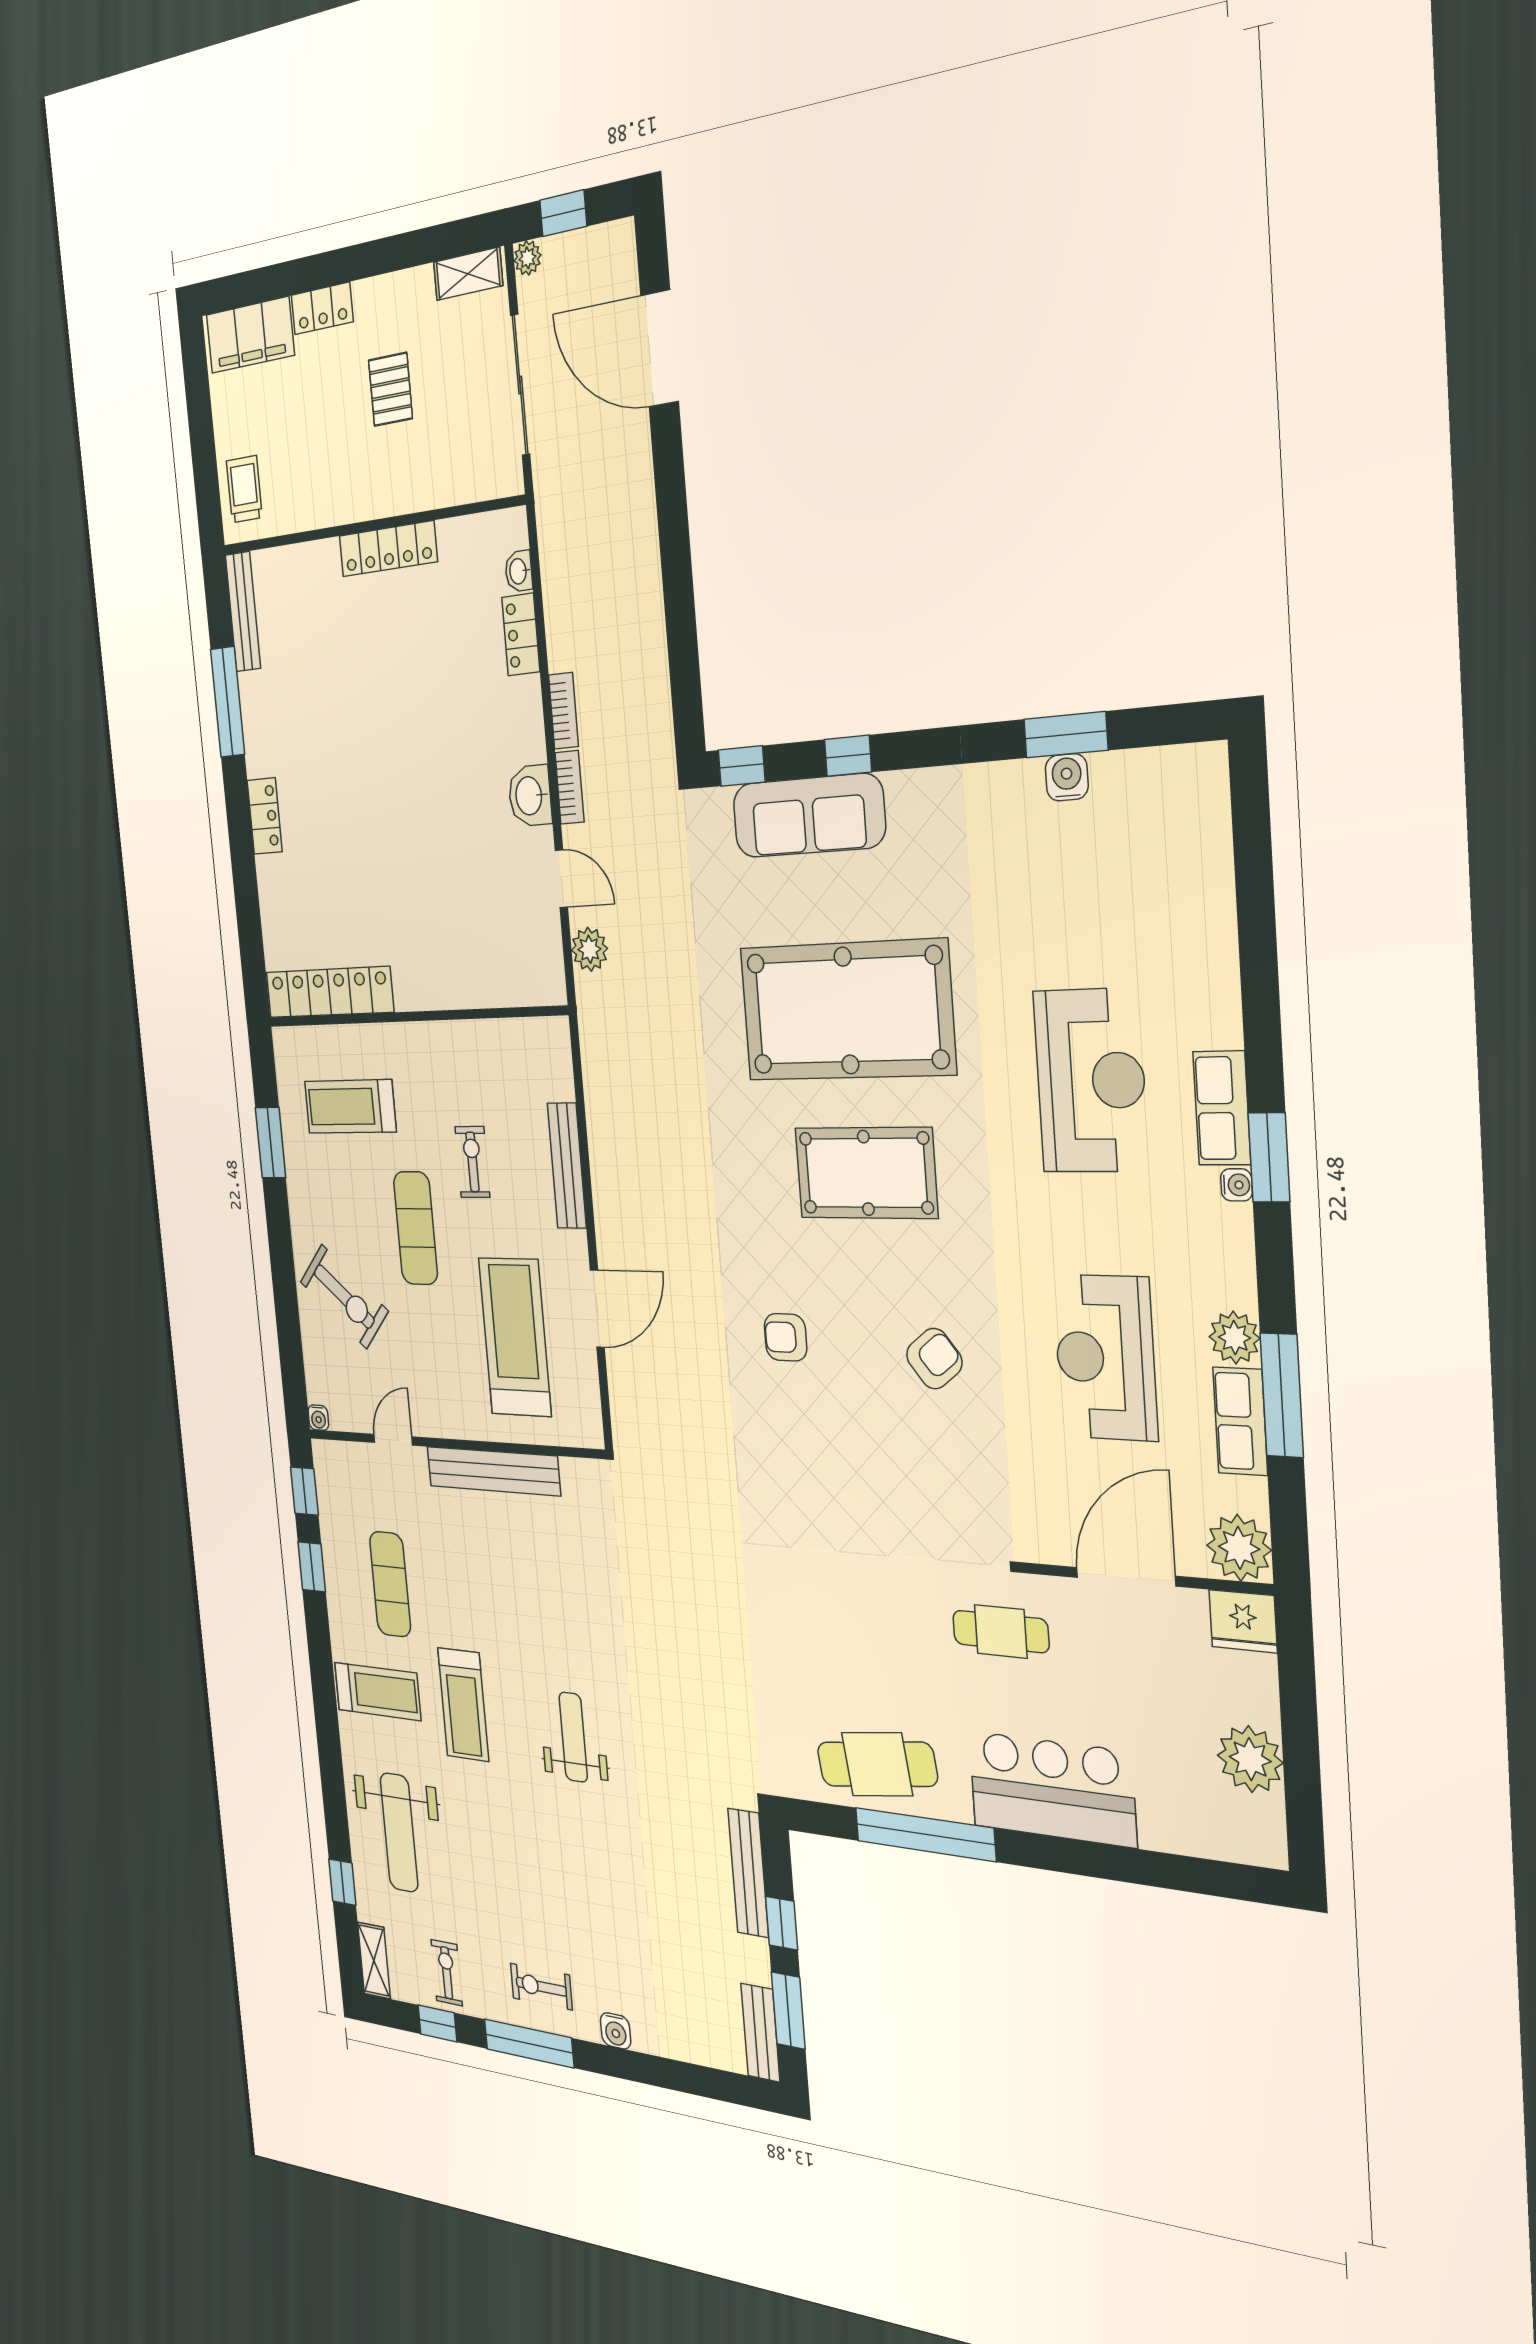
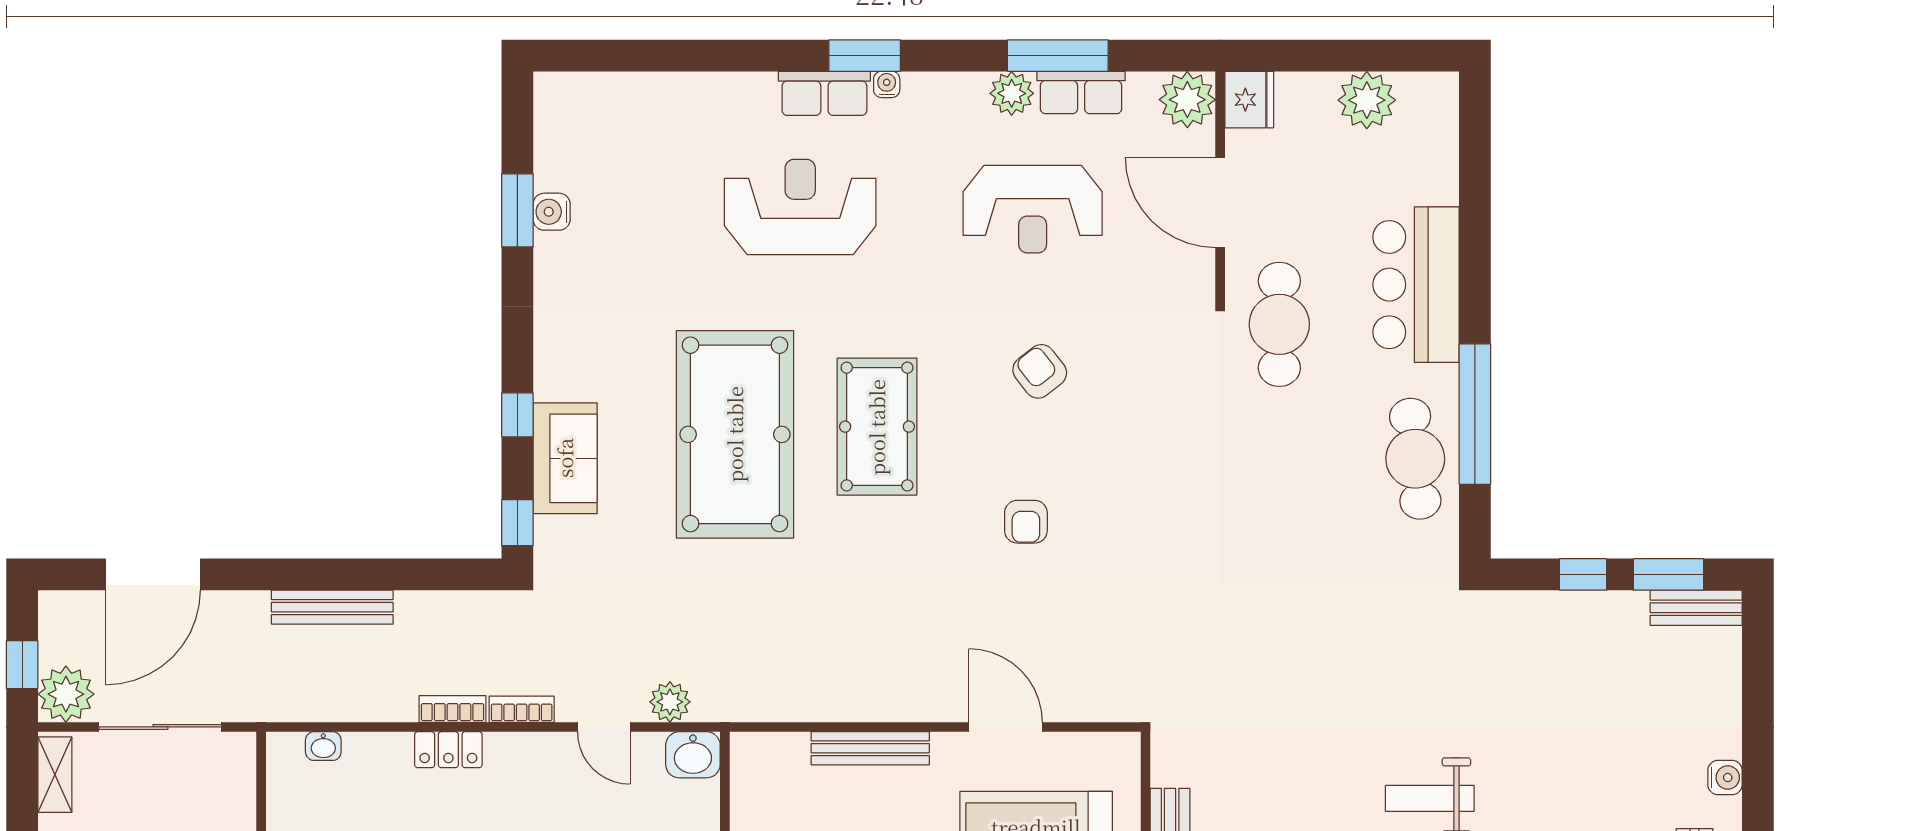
plant: (528, 258) -> (66, 694), width x1.88, depth x1.88
locker: (521, 635) -> (448, 750), moved
washbasin: (530, 796) -> (693, 755), moved
sofa: (809, 816) -> (565, 458), width x0.73
door: (561, 879) -> (604, 727), swing flipped
cafe table: (1001, 1632) -> (1279, 324), width x1.37, depth x1.35
bench: (748, 1873) -> (332, 607), moved

